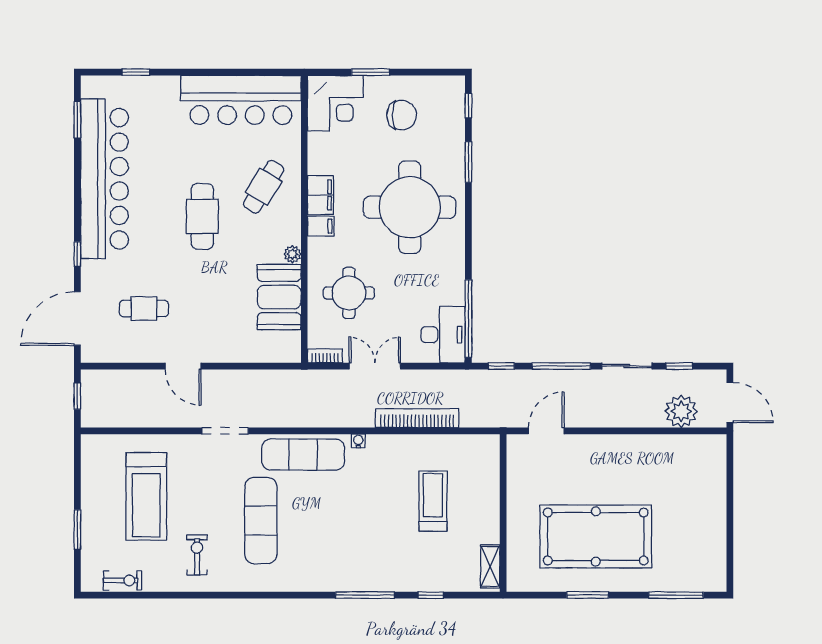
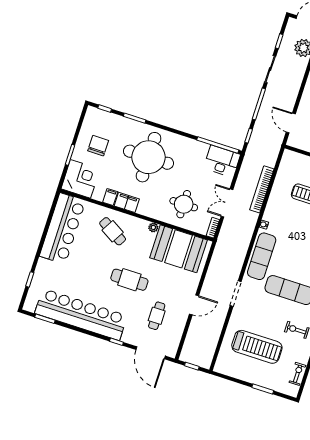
cafe table: (202, 216) -> (129, 280), moved
filing cabinet: (321, 226) -> (110, 197), moved
booth: (279, 297) -> (178, 249), width x1.36, depth x1.42

